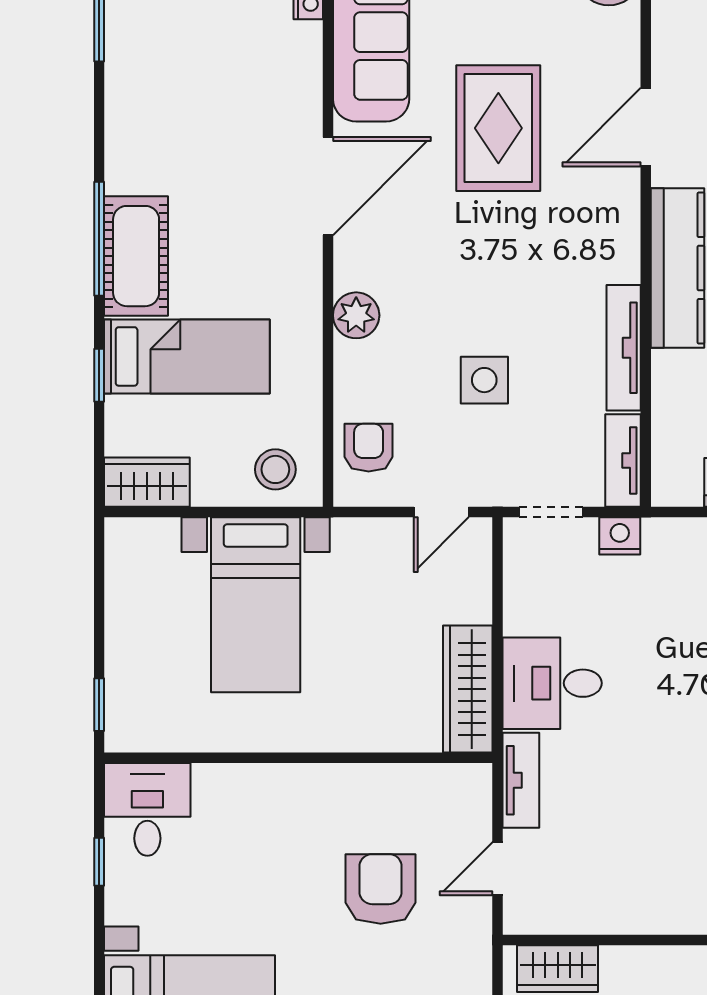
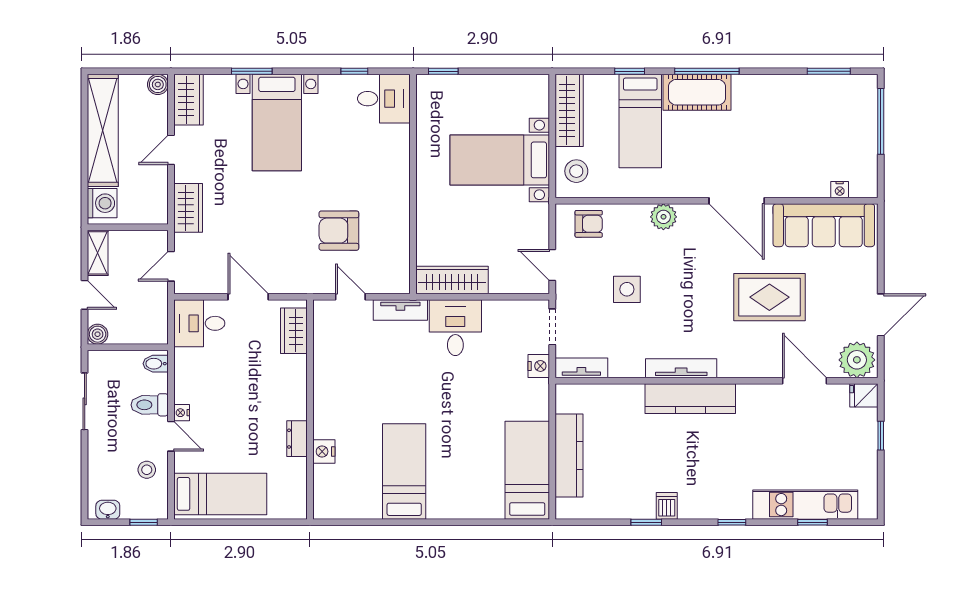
door: (646, 127) -> (805, 381), moved
tv unit: (624, 348) -> (681, 368), moved
wardrobe: (147, 482) -> (569, 110), width x1.50
armchair: (381, 889) -> (339, 231), turned 180

